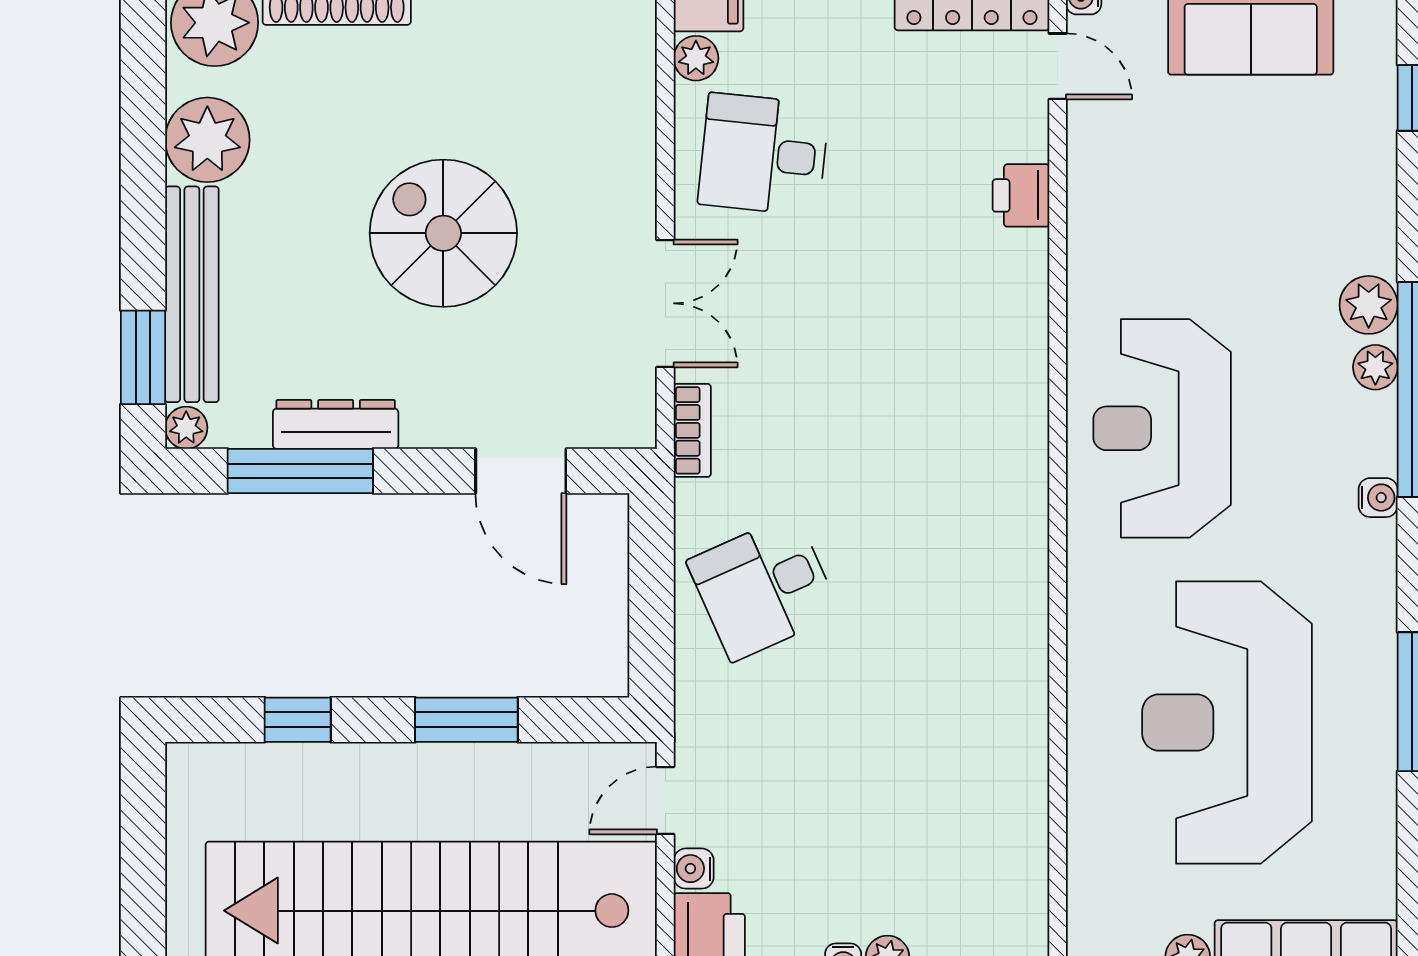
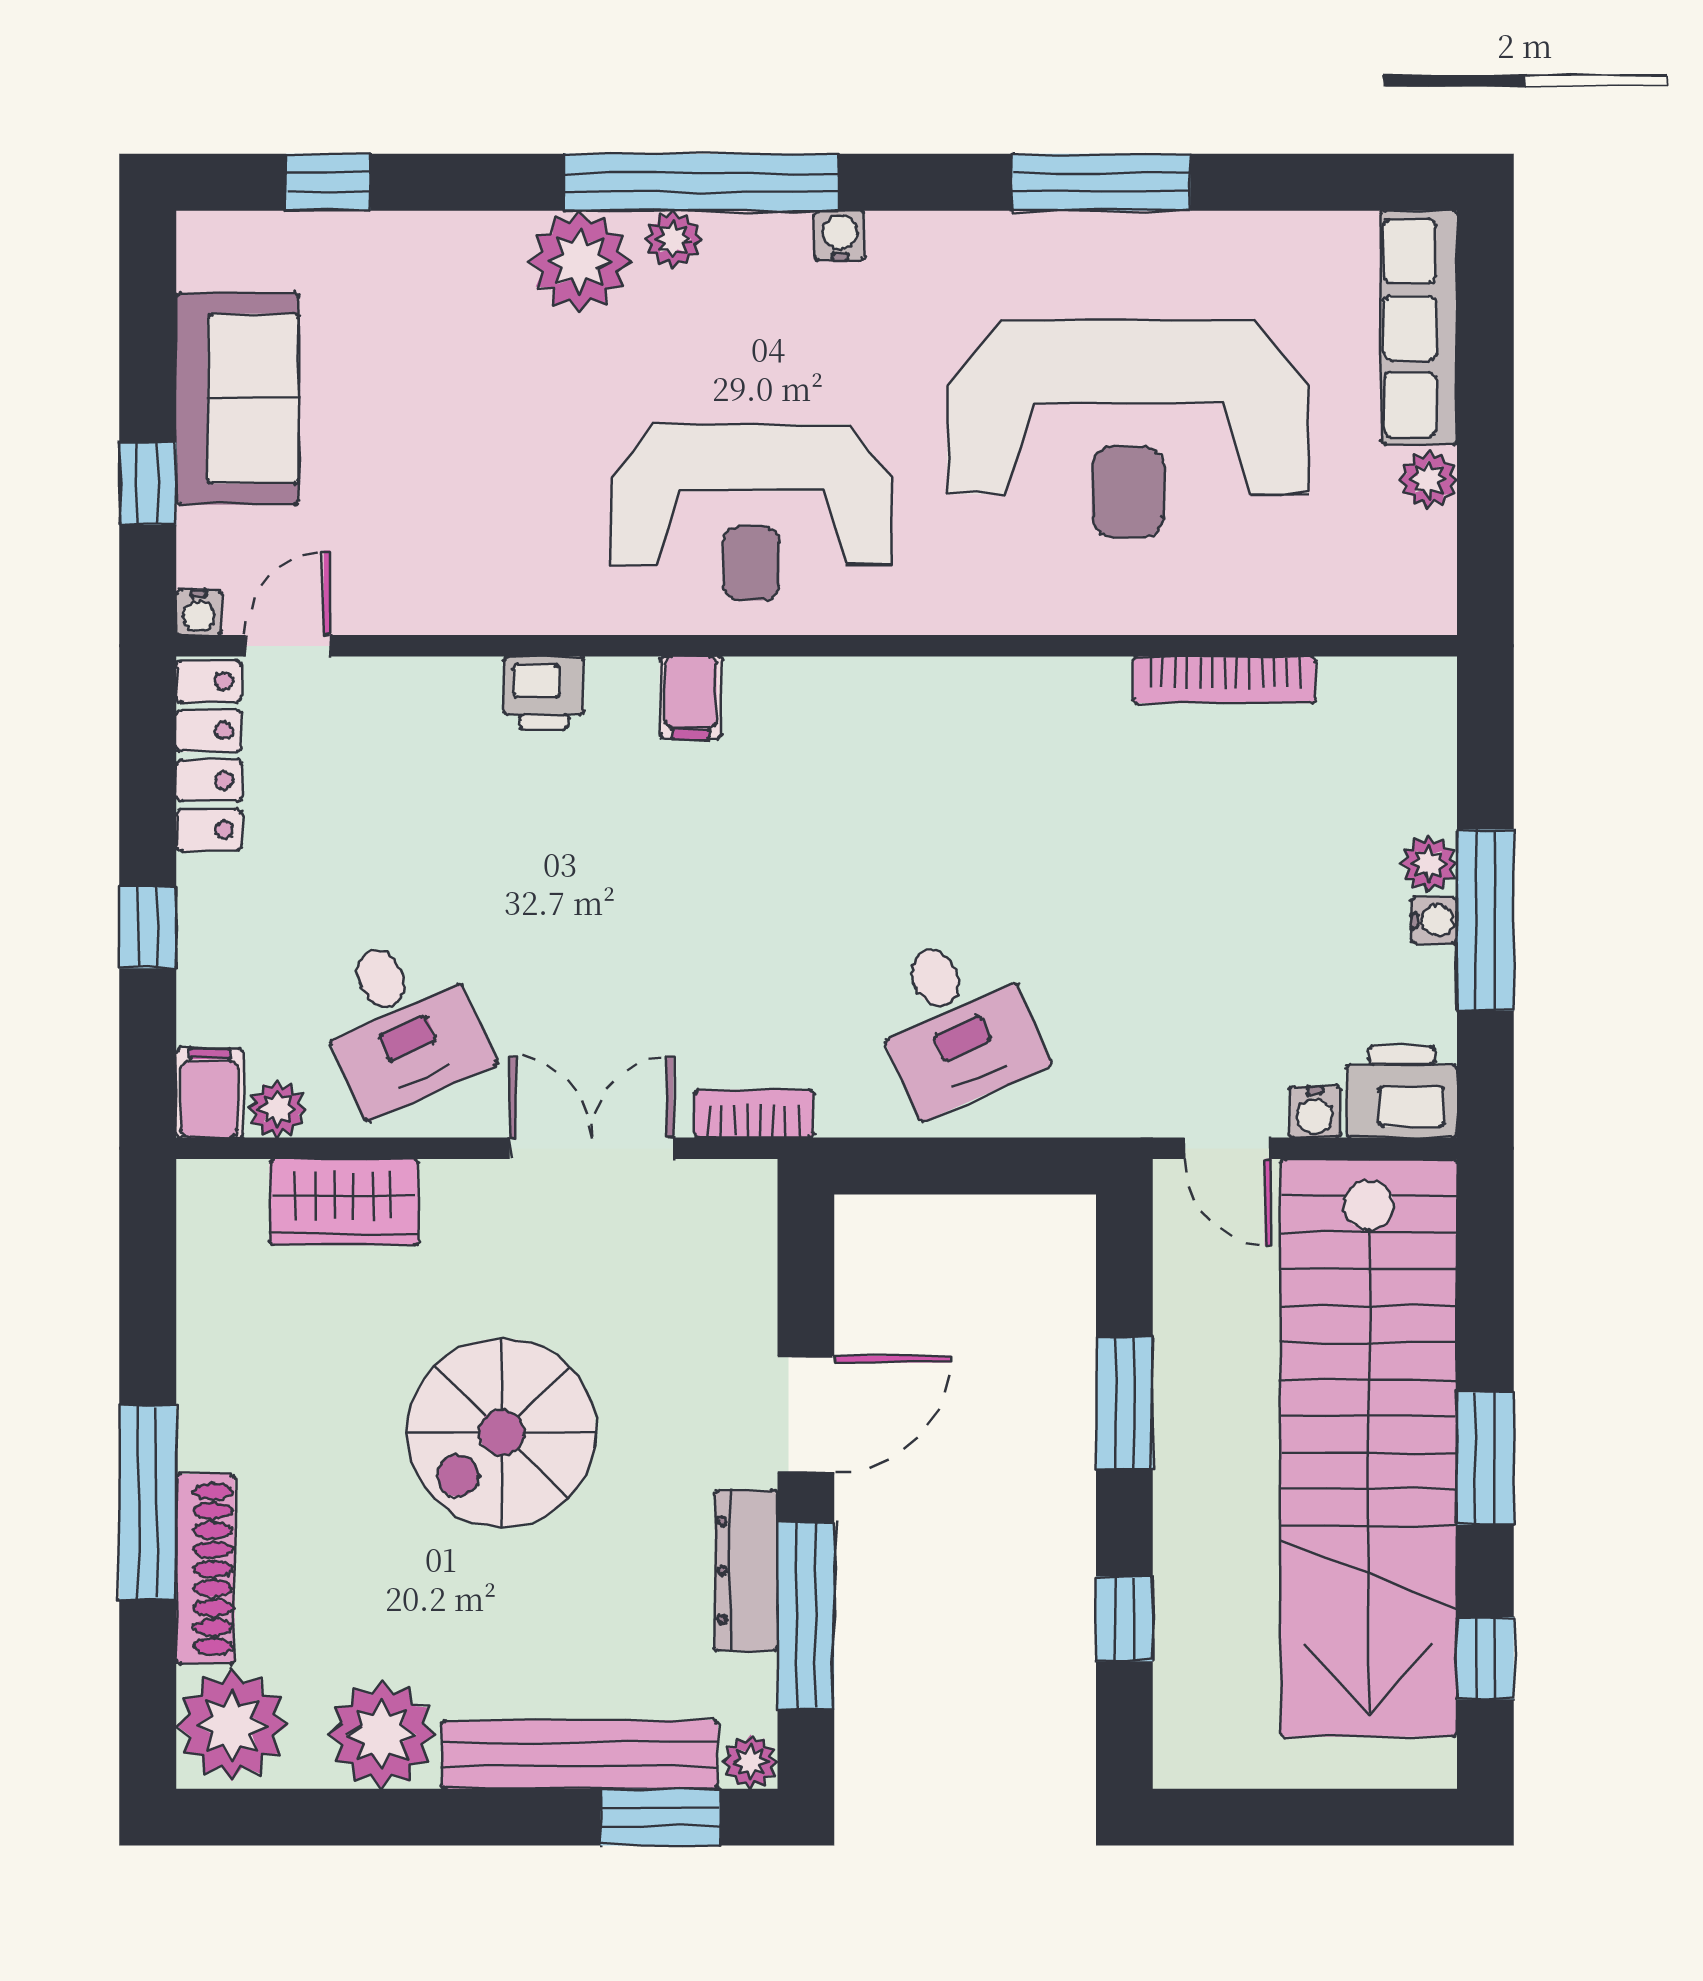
wardrobe: (623, 110) -> (344, 1202), added
desk: (763, 154) -> (401, 1023), turned -30
printer: (1021, 195) -> (544, 693), moved
plant: (1369, 305) -> (580, 261), width x1.36, depth x1.36
filing cabinet: (1017, 381) -> (691, 698), added
door: (521, 471) -> (806, 1414), moved
bookcase: (1031, 798) -> (1224, 680), added

